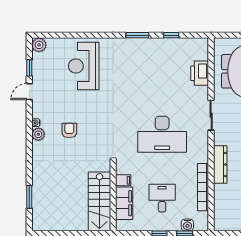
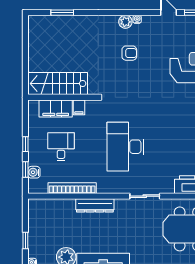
desk: (162, 198) -> (61, 147), turned -90

